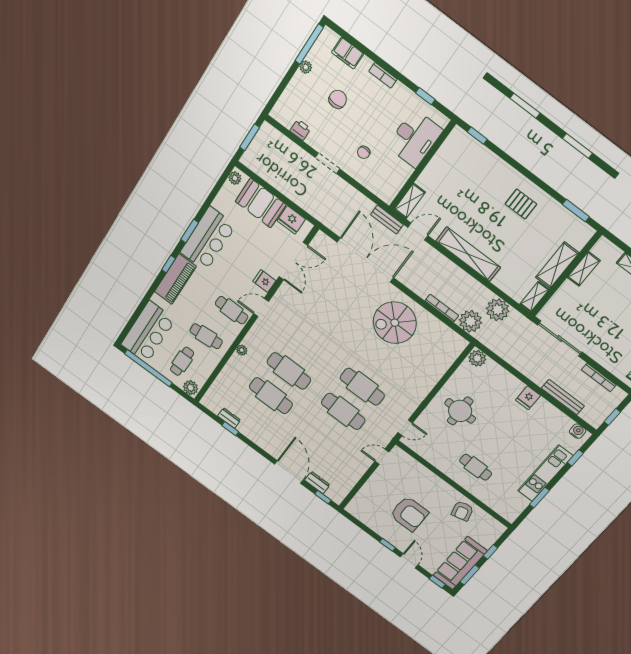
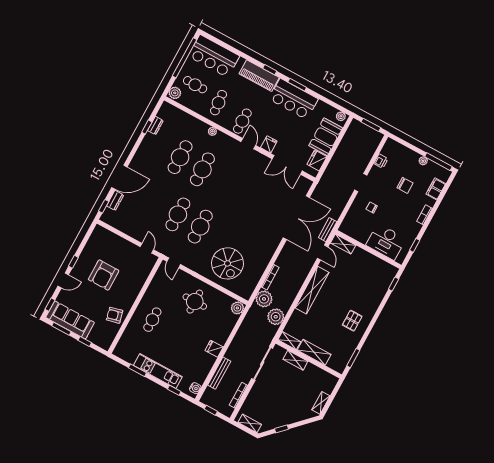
shelving: (584, 269) -> (295, 360), moved
spiral stairs: (395, 323) -> (227, 263), moved, turned 180

